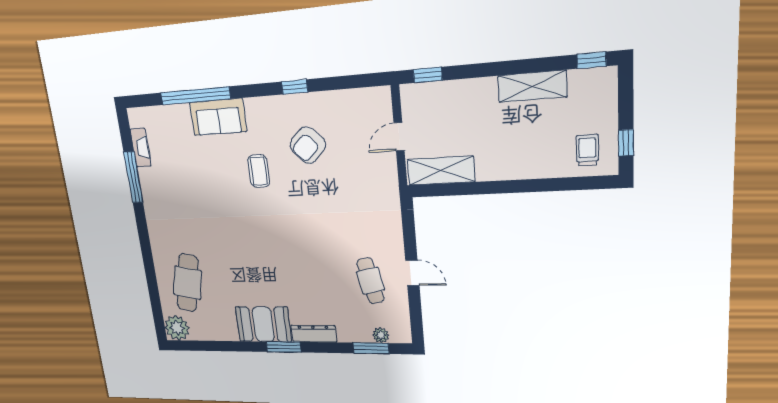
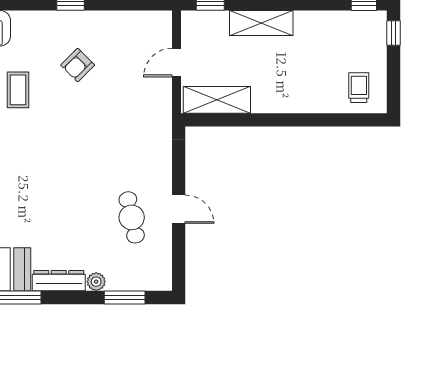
shelving: (532, 86) -> (261, 23), moved
window: (626, 143) -> (394, 33), moved
armchair: (308, 145) -> (78, 65), width x0.72, depth x0.72
plant: (381, 335) -> (96, 282), moved

